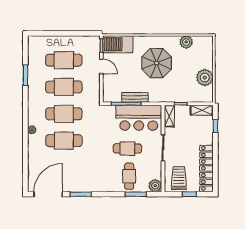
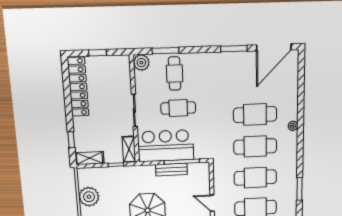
trolley: (179, 178) -> (112, 73), removed

